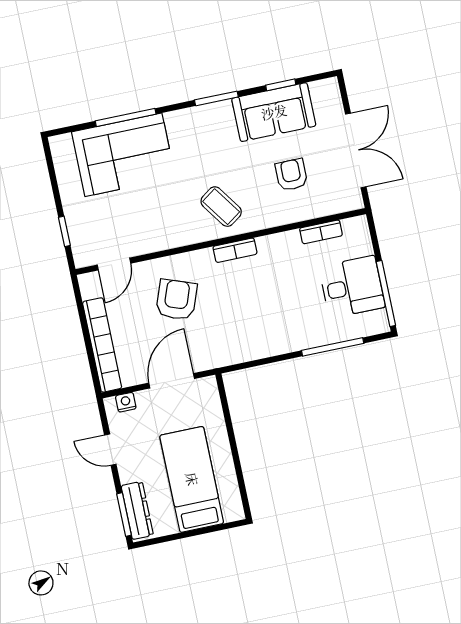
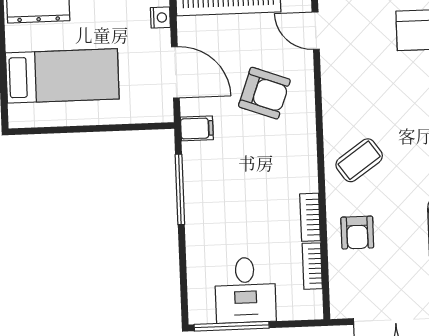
armchair: (291, 175) -> (357, 233), moved, turned 90
bookcase: (235, 250) -> (310, 217), moved
window: (333, 347) -> (180, 189), moved
filing cabinet: (218, 354) -> (197, 128), added

